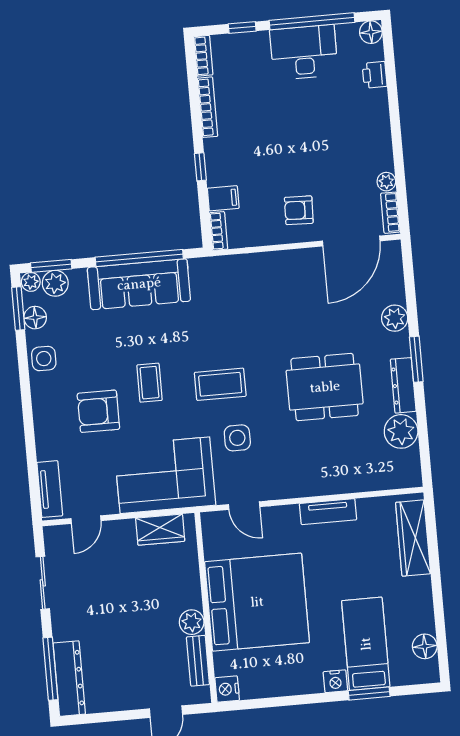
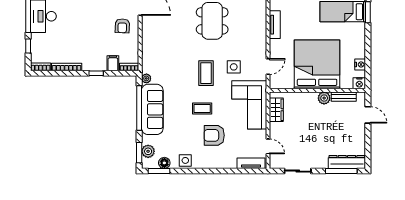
plant: (31, 282) -> (146, 78), moved
armchair: (98, 411) -> (214, 135), turned 90
nightstand: (335, 681) -> (360, 64), moved

